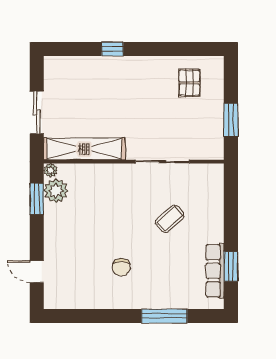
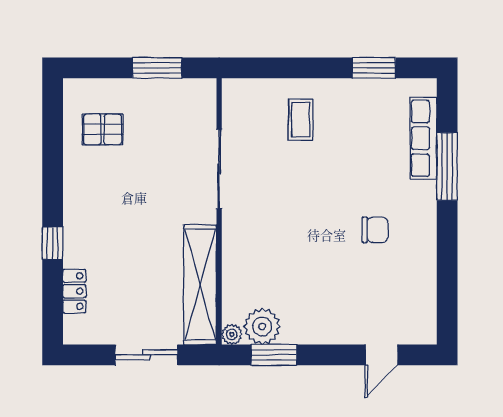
locker: (80, 64) -> (74, 291), added
coffee table: (170, 219) -> (301, 120), moved, turned 42
row of seats: (215, 271) -> (424, 138), moved, turned 90

